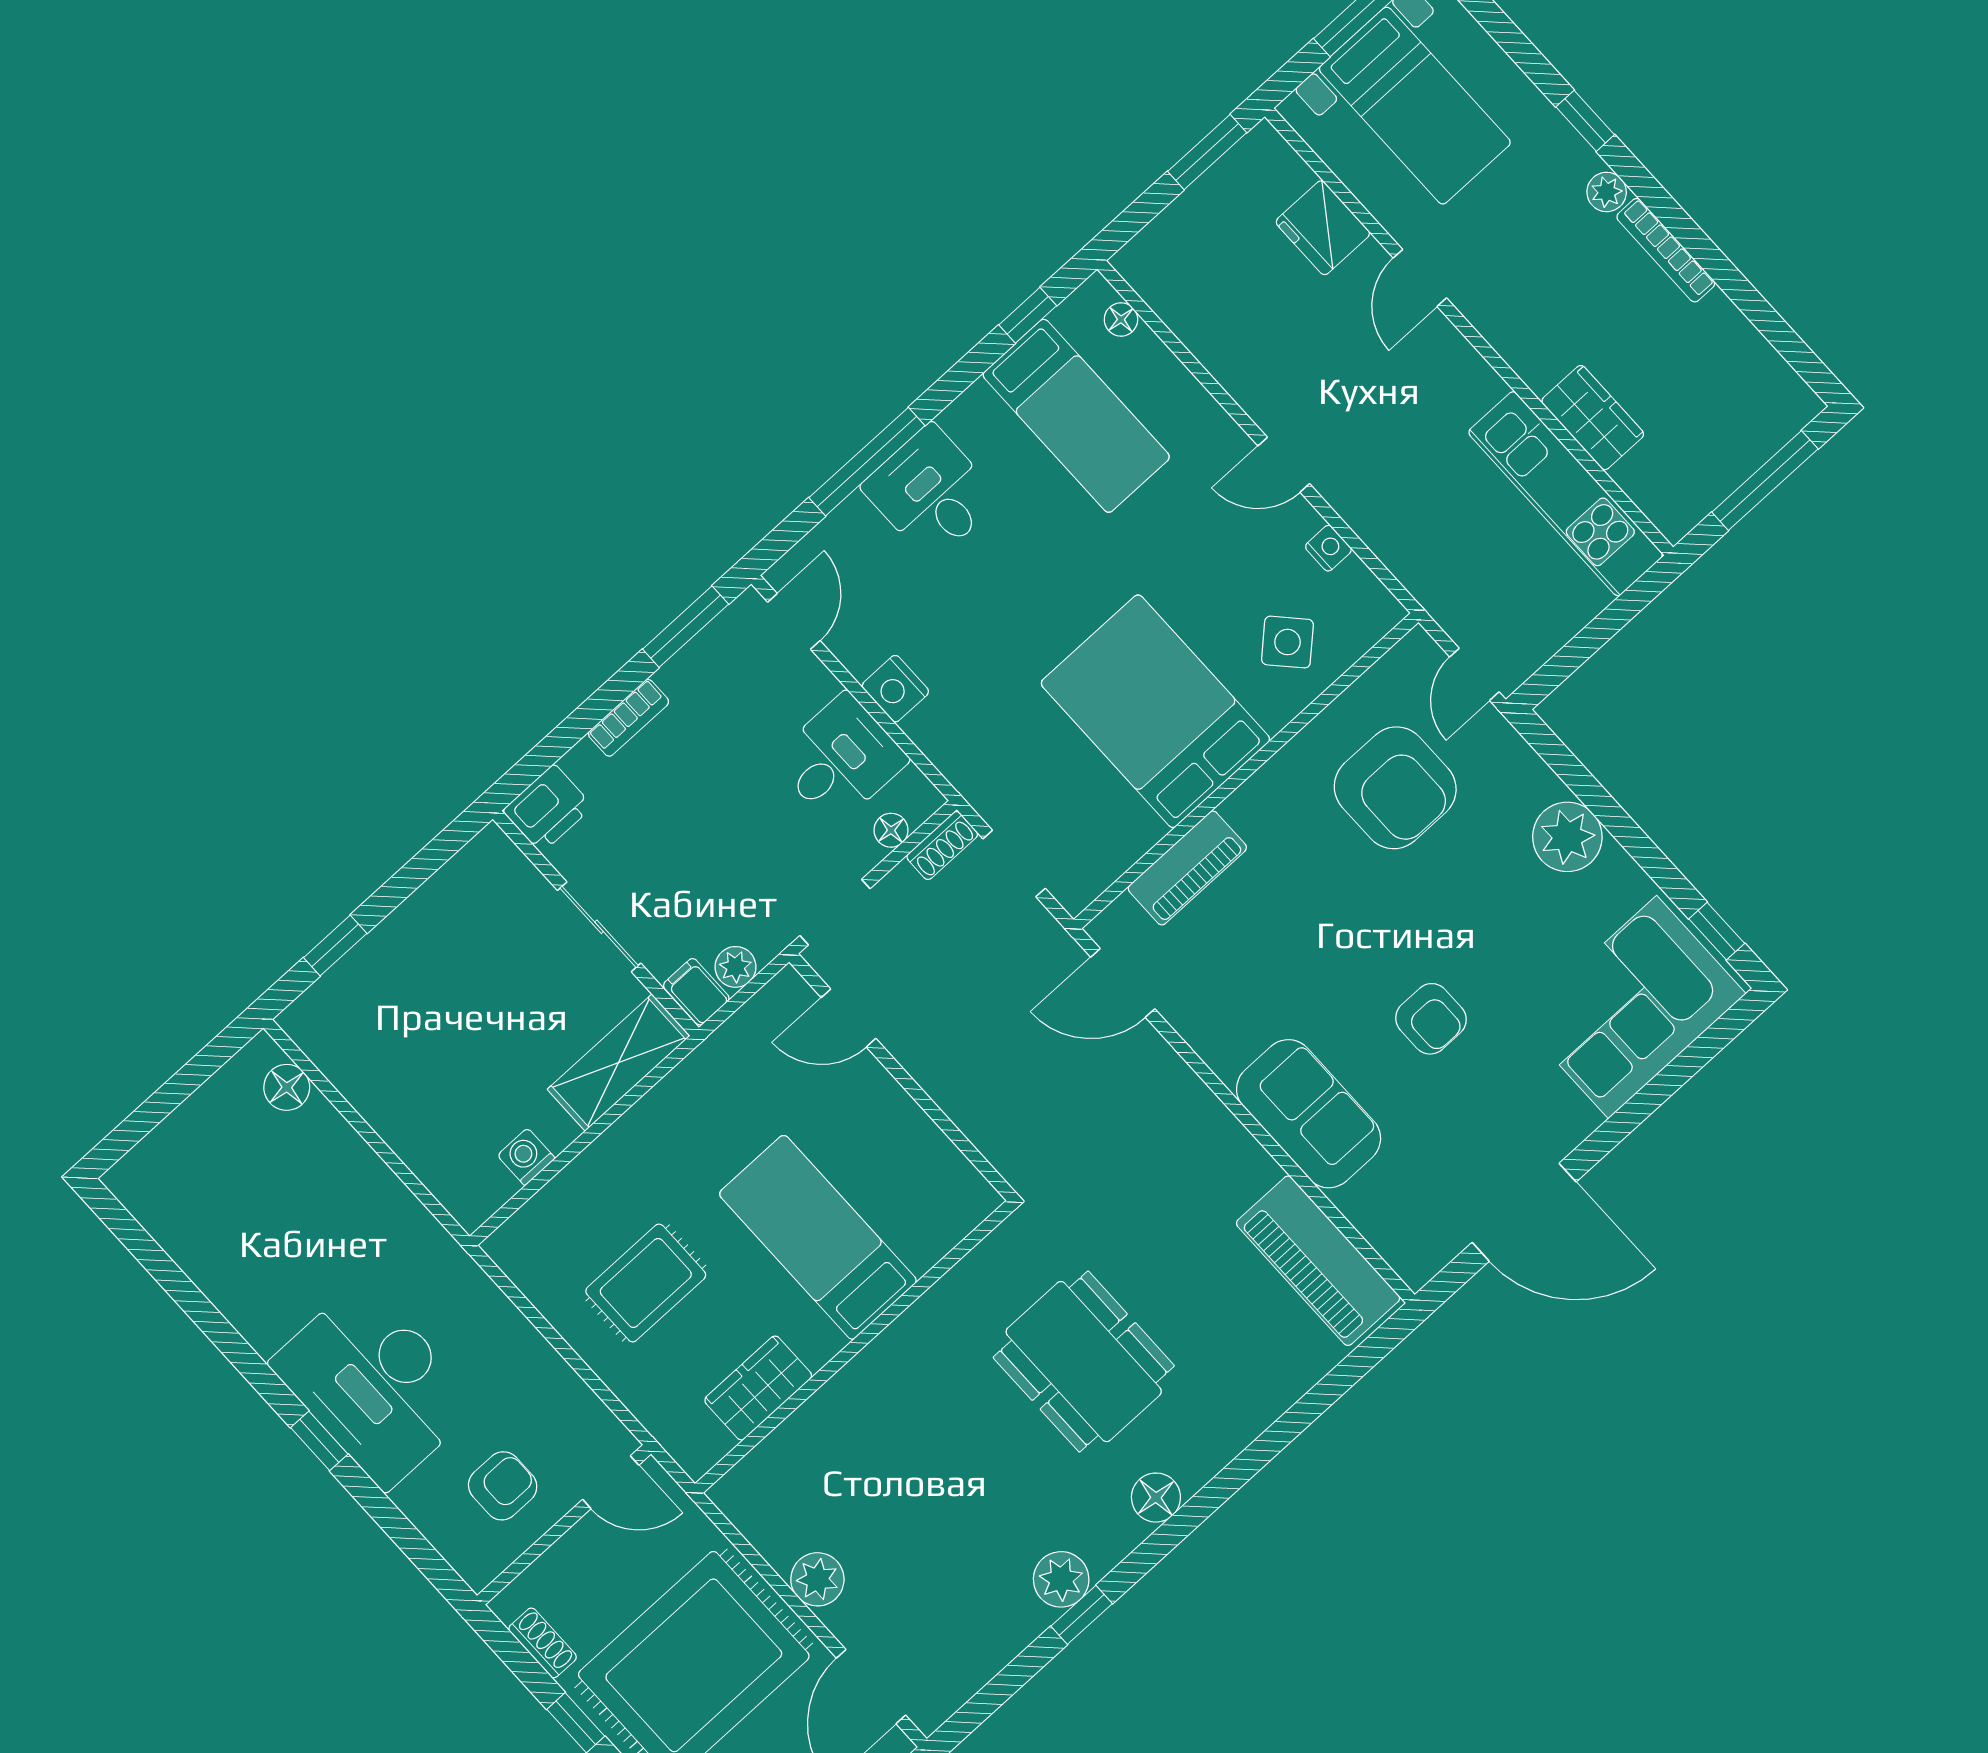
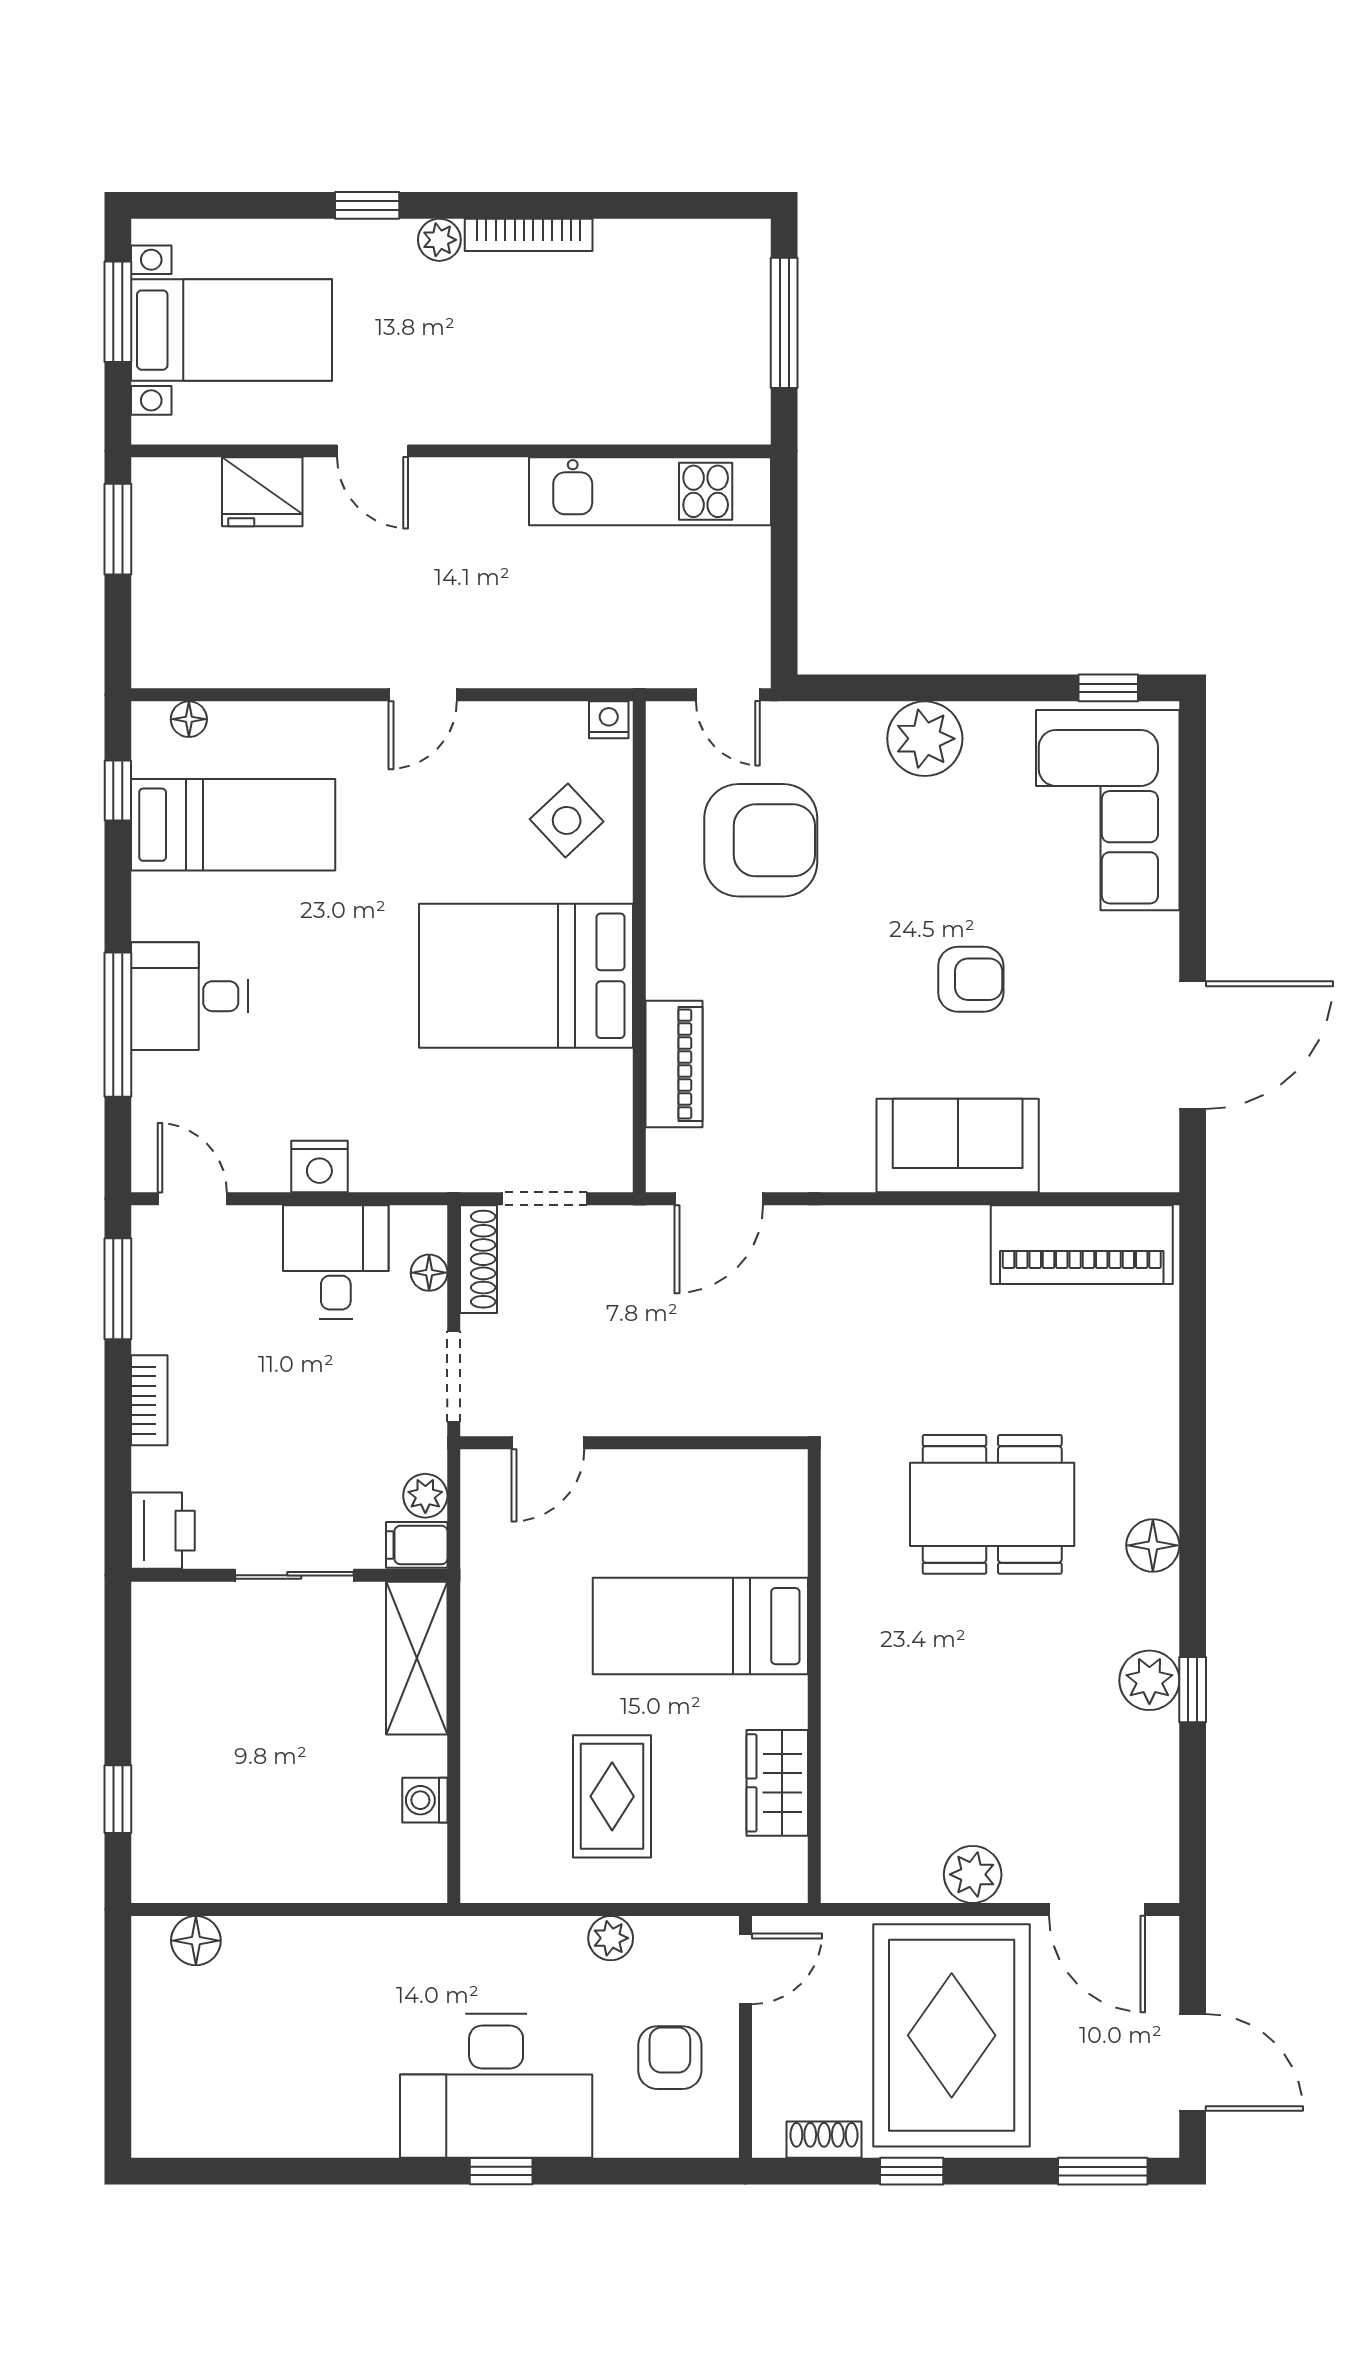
wardrobe: (1593, 418) -> (609, 414), removed
nightstand: (1328, 548) -> (609, 720), moved
shoe rack: (942, 845) -> (478, 1259), width x1.43
plant: (548, 1371) -> (611, 1938), added

